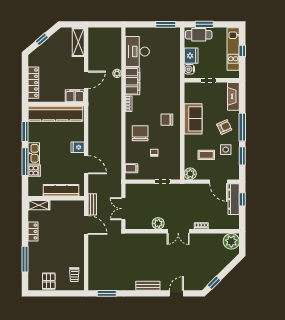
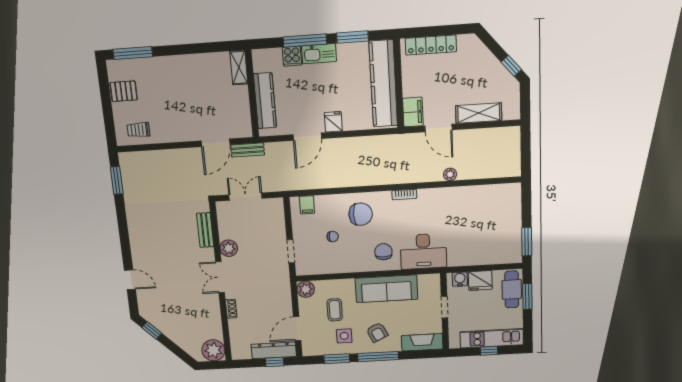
window: (42, 39) -> (511, 66), moved
shelving: (78, 42) -> (479, 113), moved
desk: (137, 52) -> (423, 251), moved, turned 180
filing cabinet: (133, 81) -> (439, 198), removed
sofa: (193, 119) -> (386, 289), width x1.36
locker: (33, 231) -> (197, 61), removed
window: (25, 259) -> (133, 53), moved
bench: (148, 286) -> (205, 230), moved

